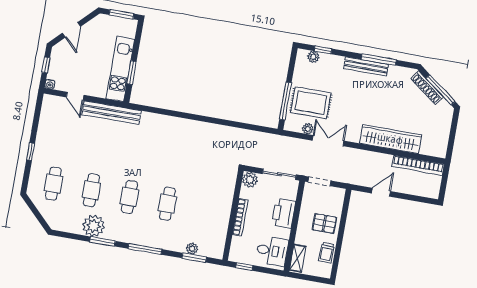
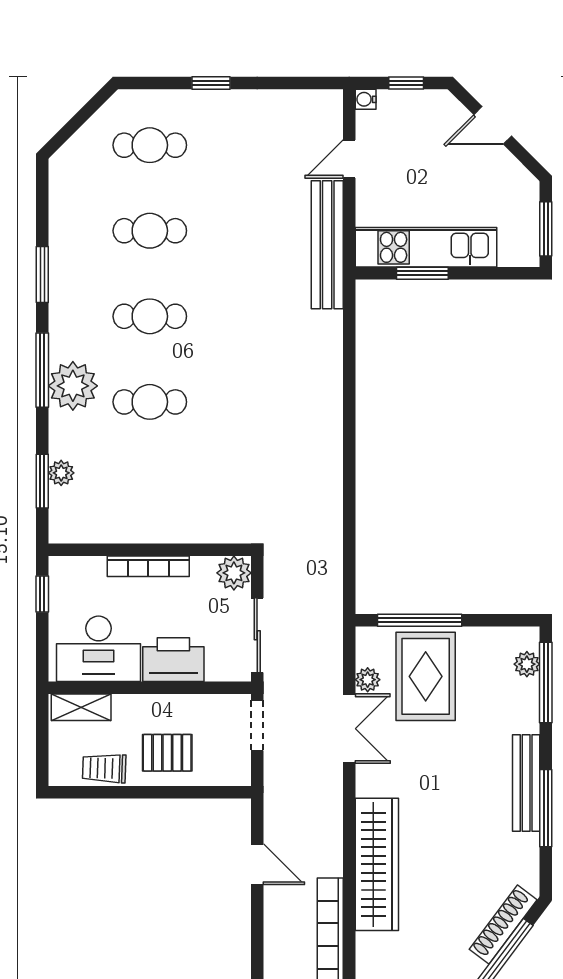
window: (323, 50) -> (546, 683), width x2.17
pallet: (324, 223) -> (167, 753), turned 90
plant: (94, 226) -> (73, 386), moved
desk: (272, 251) -> (99, 649), width x1.37

